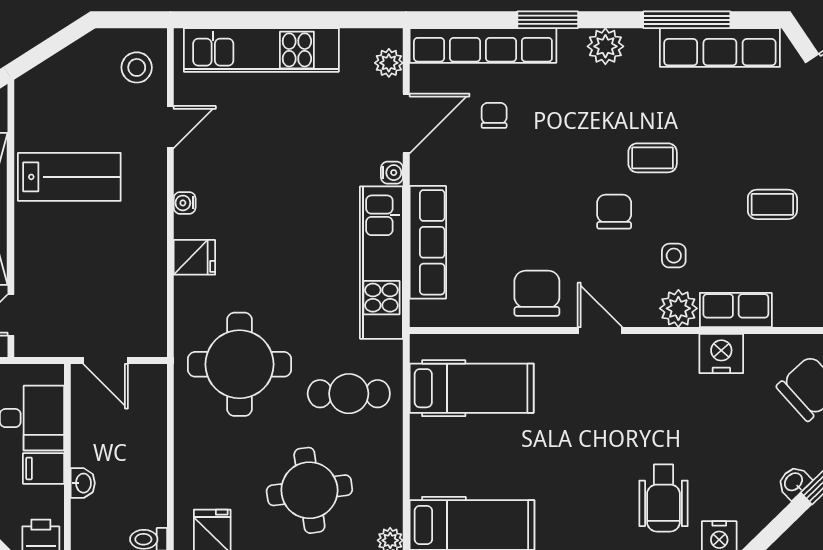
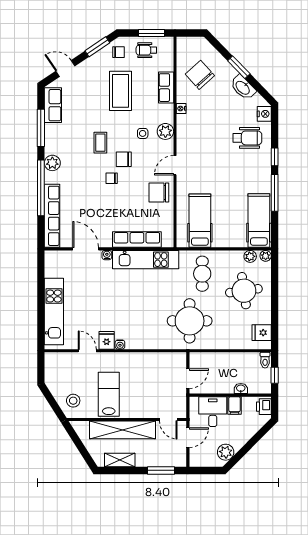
window: (548, 20) -> (41, 188), width x2.11
row of seats: (720, 48) -> (53, 105), width x0.68
plant: (389, 63) -> (250, 256), moved
stool: (137, 67) -> (73, 401), moved
chair: (494, 115) -> (112, 178), moved
coffee table: (772, 204) -> (121, 91), width x1.86, depth x1.72
fridge: (194, 257) -> (107, 340), moved
row of seats: (736, 310) -> (166, 88), moved
nightstand: (721, 354) -> (181, 108), width x0.53, depth x0.56
washbasin: (794, 482) -> (243, 87), width x1.91, depth x1.45

